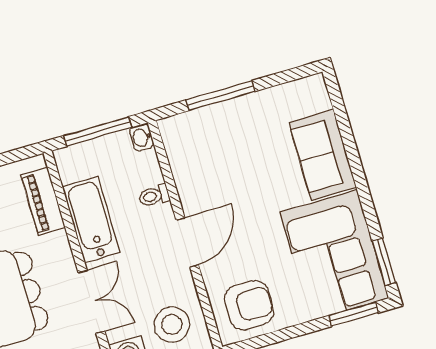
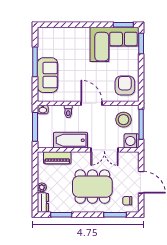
window: (221, 96) -> (35, 62), moved
sofa: (322, 155) -> (47, 75), moved, turned -90
double door: (92, 302) -> (104, 150), swing flipped

